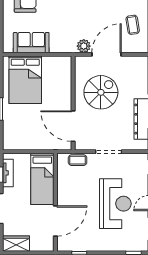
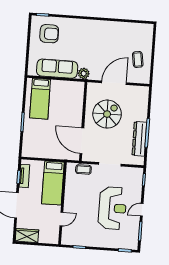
sofa: (31, 43) -> (57, 69), width x1.36
plant: (84, 46) -> (84, 74), moved
bed: (25, 80) -> (40, 99), width x0.67
door: (55, 221) -> (61, 219), width x0.53

